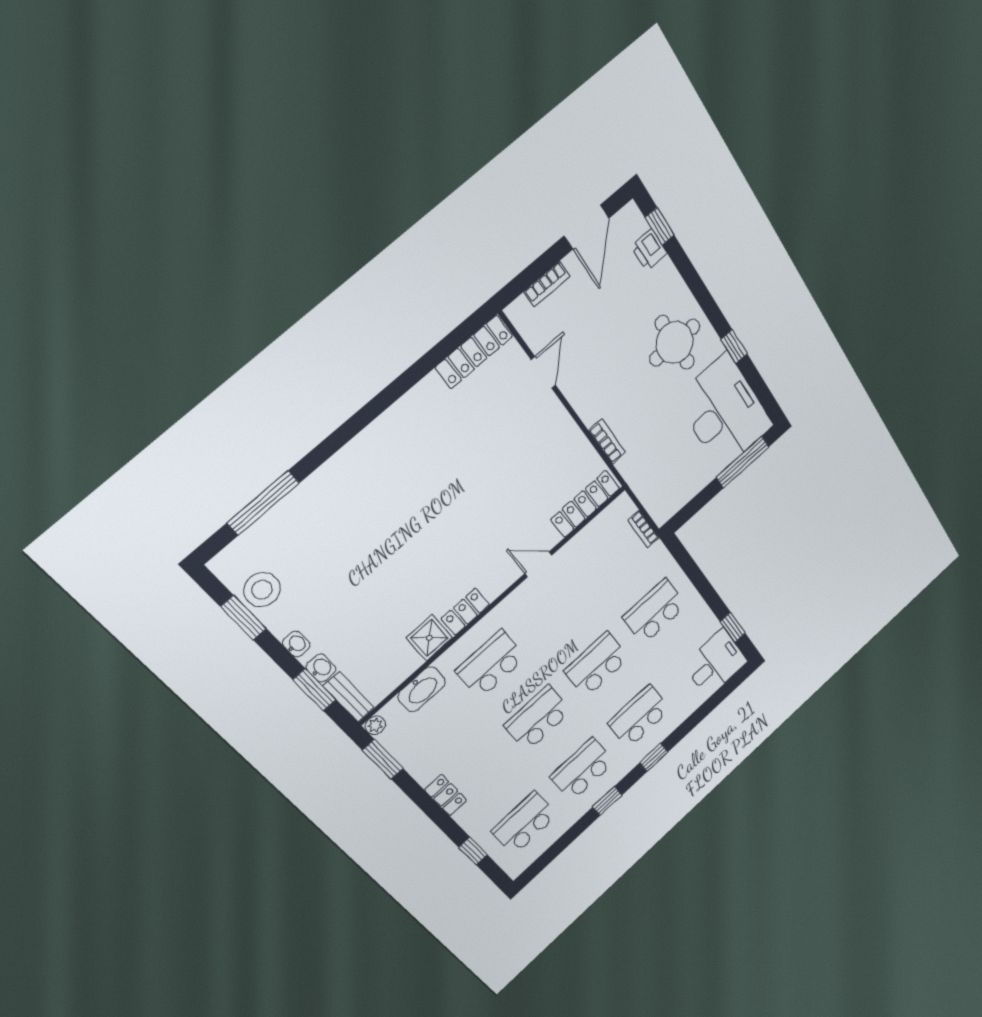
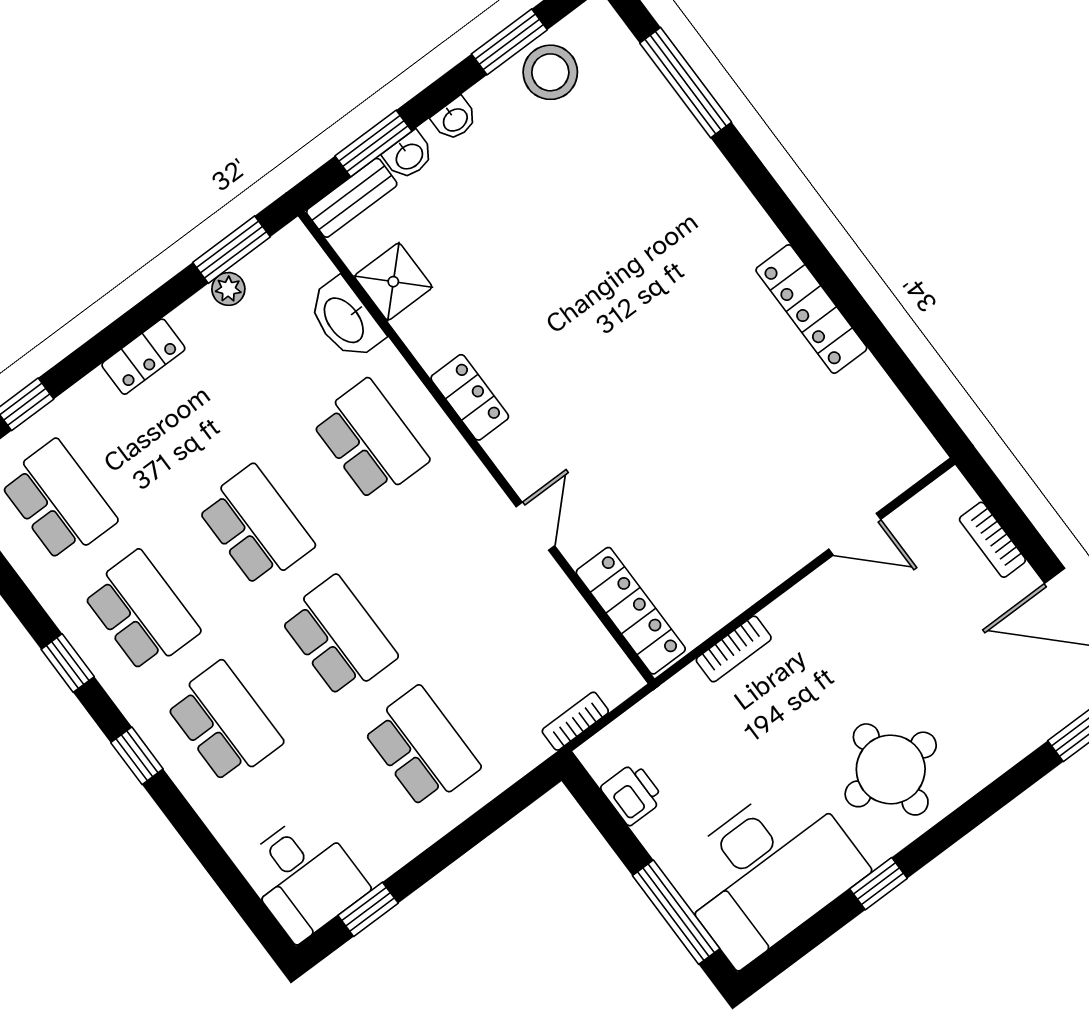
printer: (649, 250) -> (632, 794), moved, turned 90
locker: (474, 352) -> (811, 309), moved
shower: (429, 638) -> (393, 282), moved
plant: (375, 725) -> (228, 289), moved

